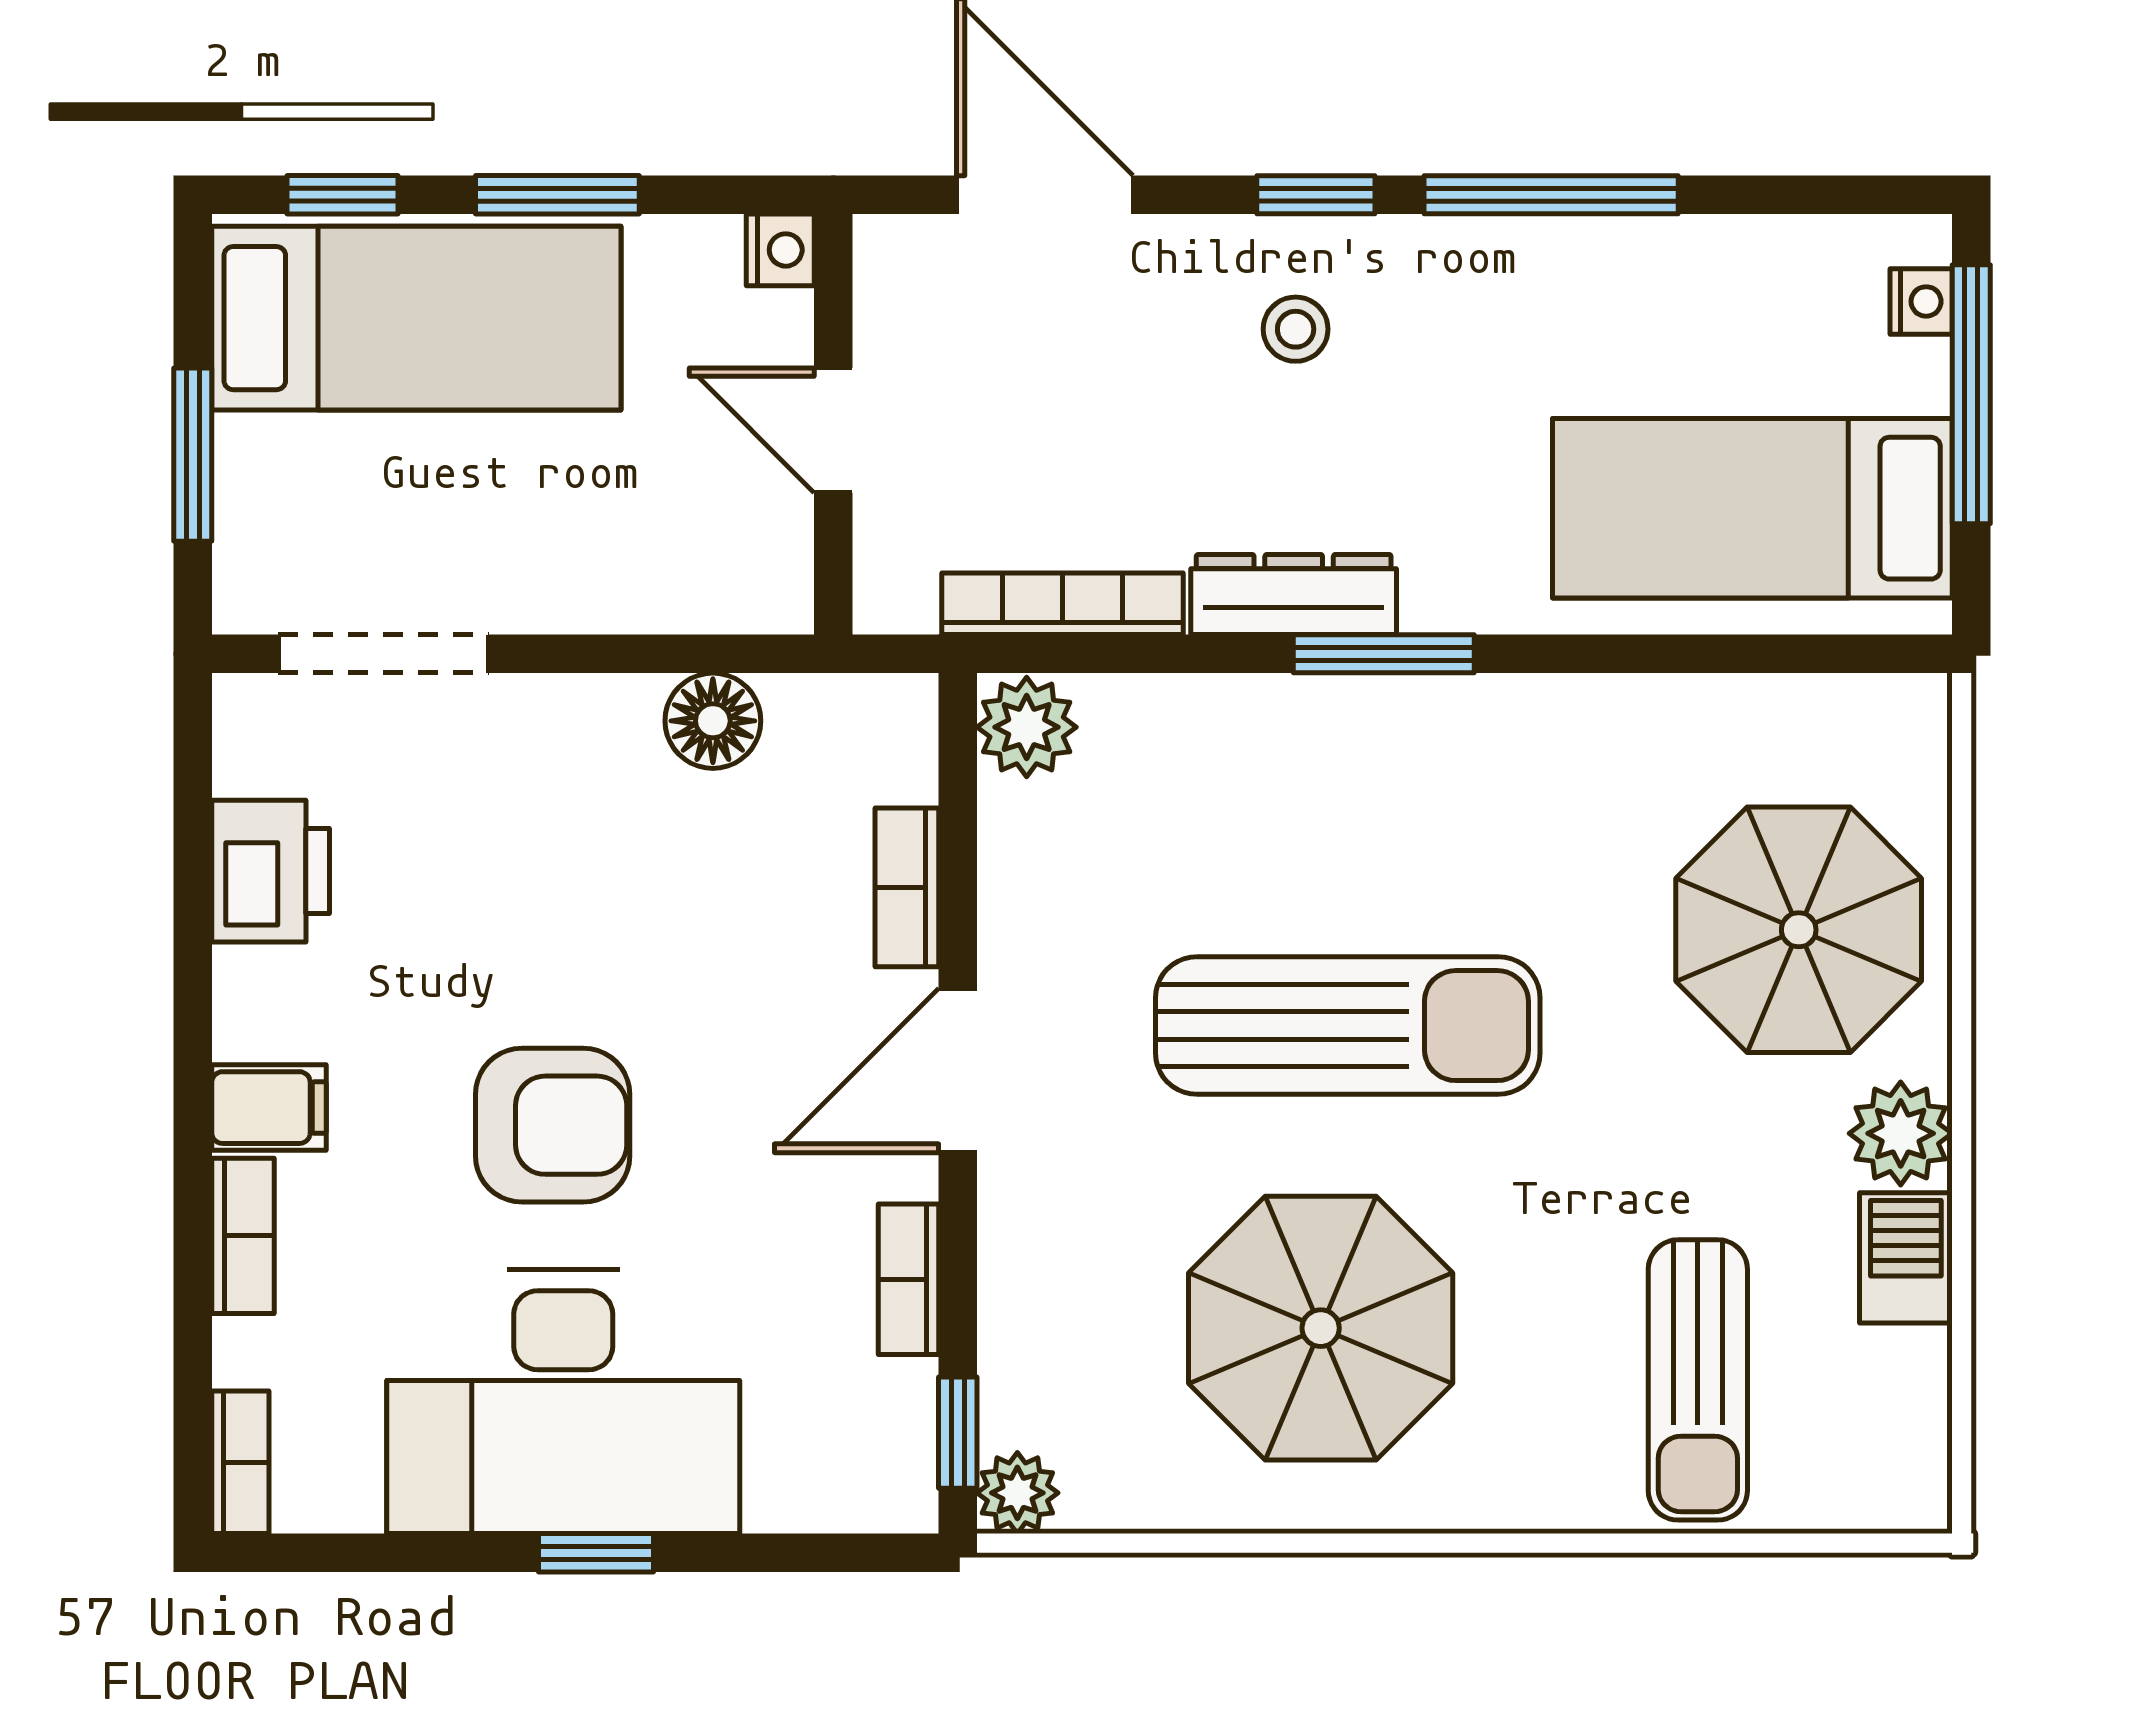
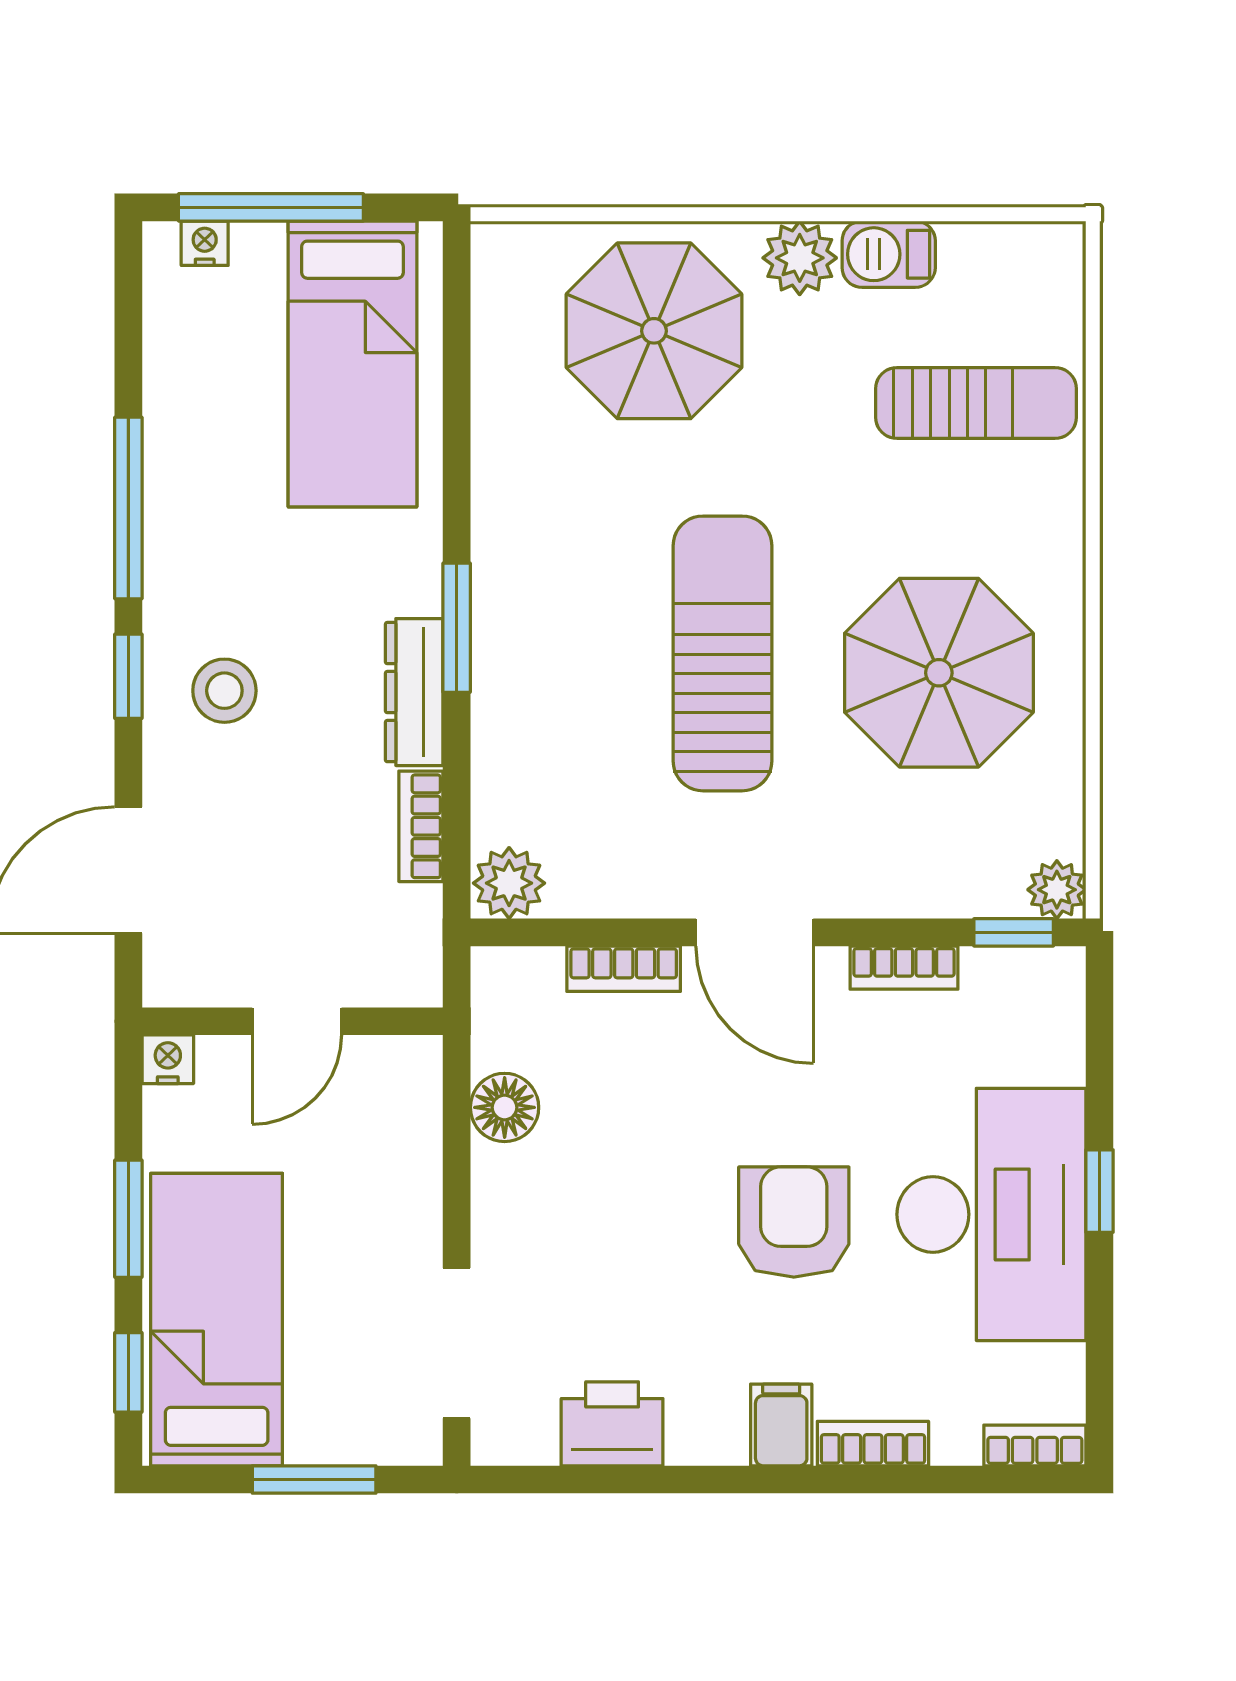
stool: (1296, 329) -> (224, 691), width x1.37, depth x1.37
bookcase: (1063, 604) -> (421, 826), width x0.64

